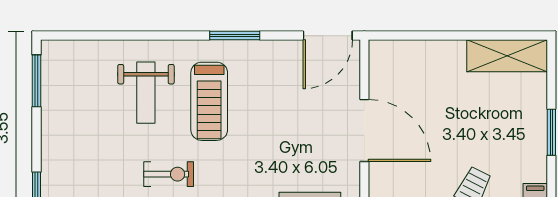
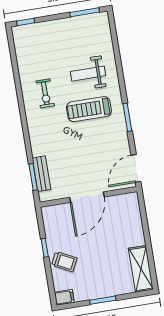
door: (328, 36) -> (136, 168), hinge flipped

